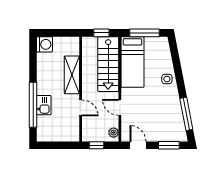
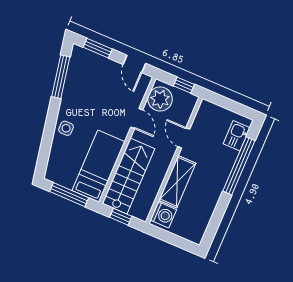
washing machine: (45, 44) -> (163, 215), moved, turned 180
kitchen sink: (44, 105) -> (237, 136), moved
plant: (114, 133) -> (160, 99), width x1.87, depth x1.87

